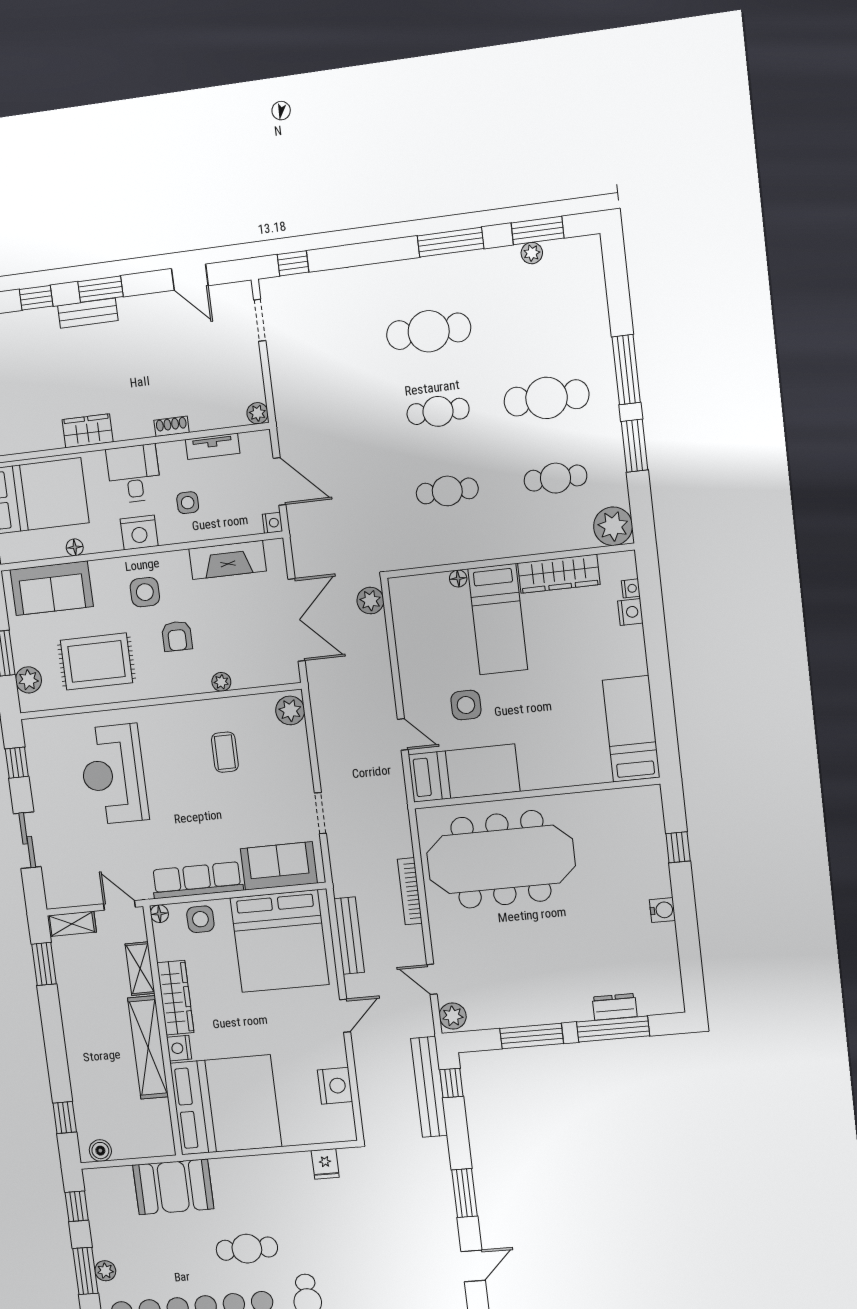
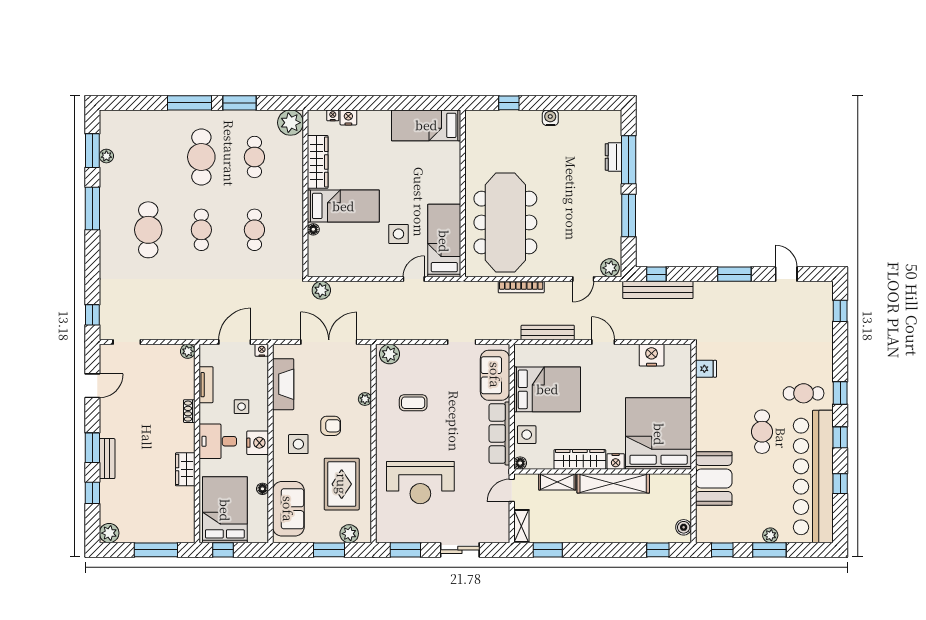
window: (17, 763) -> (405, 550), width x1.50
bed: (280, 941) -> (547, 389), width x0.73

